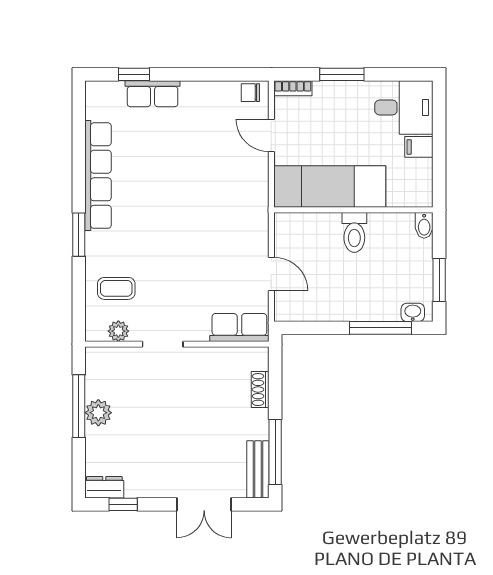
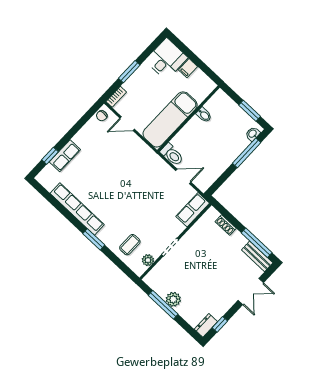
bidet: (424, 225) -> (204, 115), moved
toilet: (354, 232) -> (172, 155), moved

